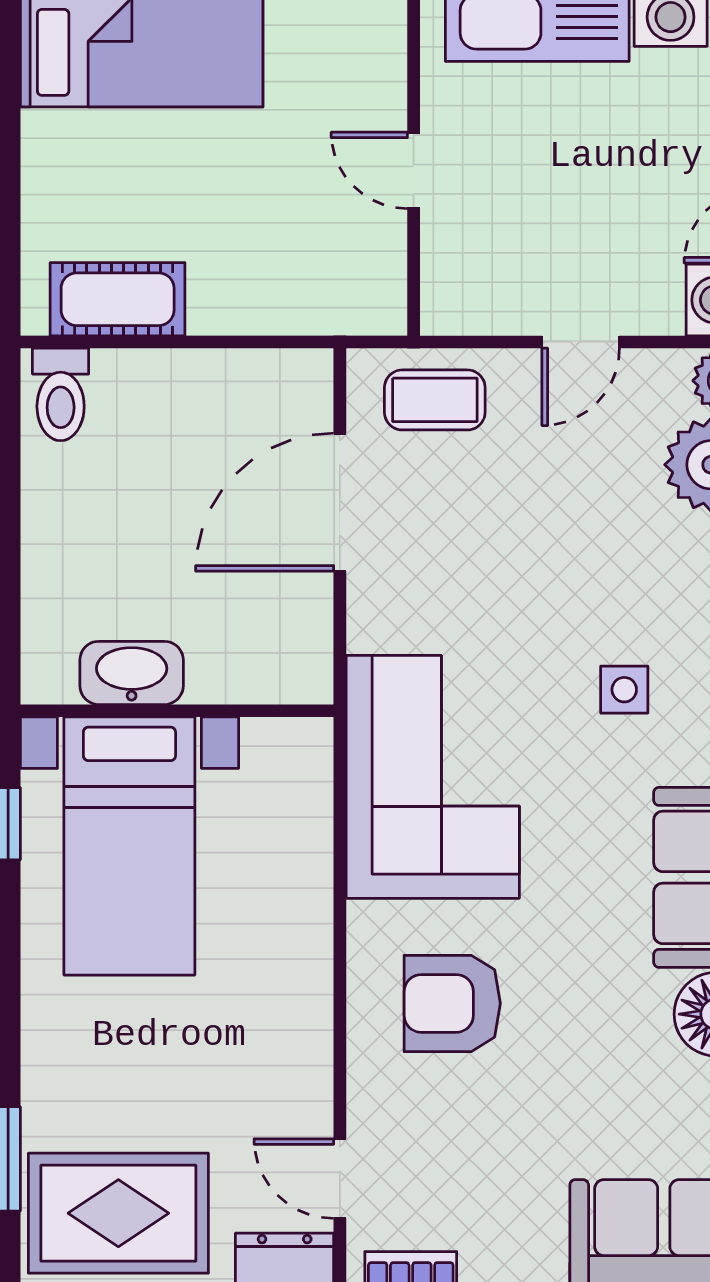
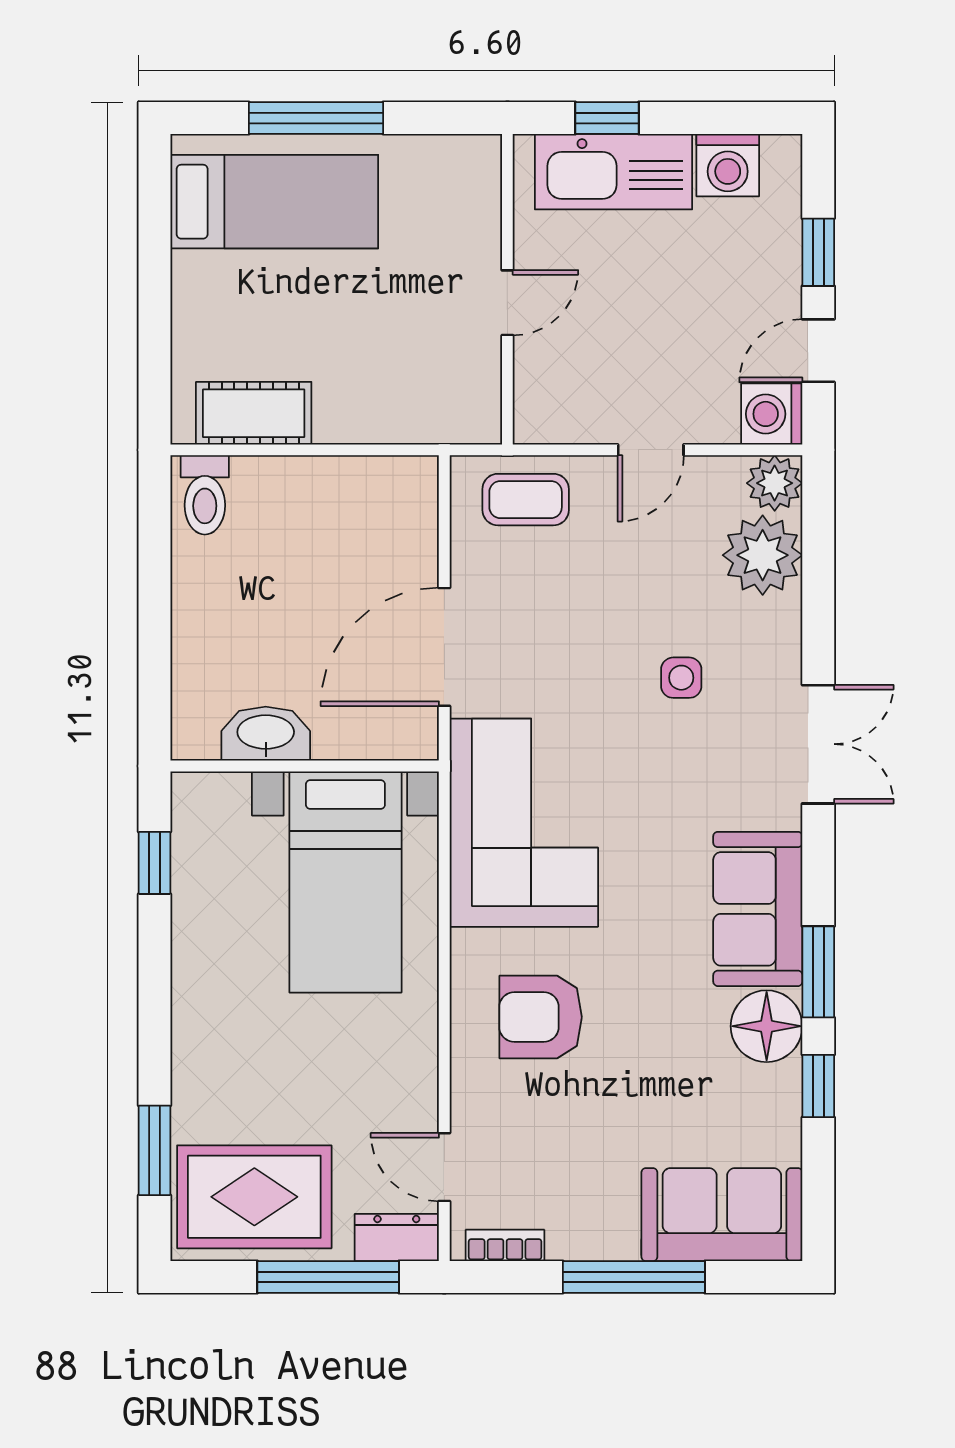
door: (414, 170) -> (507, 303), swing flipped
door: (340, 502) -> (444, 647), moved
side table: (624, 690) -> (681, 678), moved
bed with nightstands: (129, 846) -> (345, 882), moved

